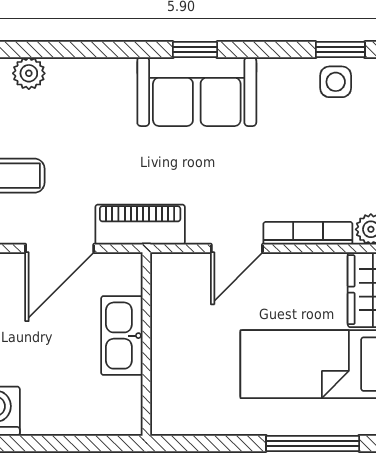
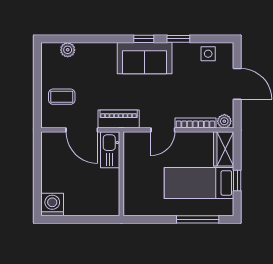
window: (340, 50) -> (178, 39), moved
door: (60, 248) -> (82, 130), hinge flipped
kitchen sink: (122, 336) -> (110, 150), moved

